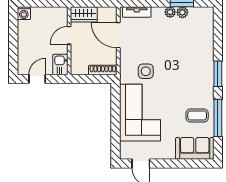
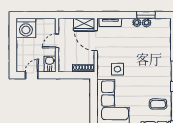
washing machine: (24, 13) -> (26, 28), width x1.89, depth x1.89
wardrobe: (84, 14) -> (84, 24), moved

